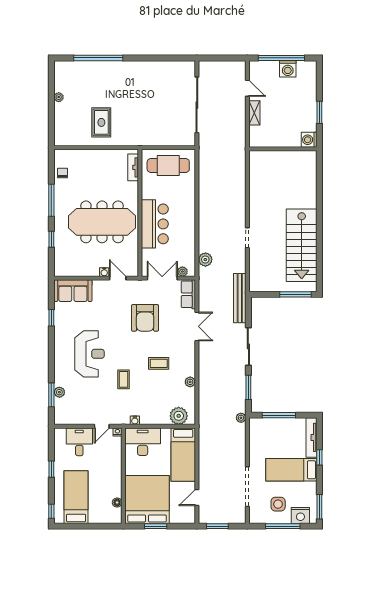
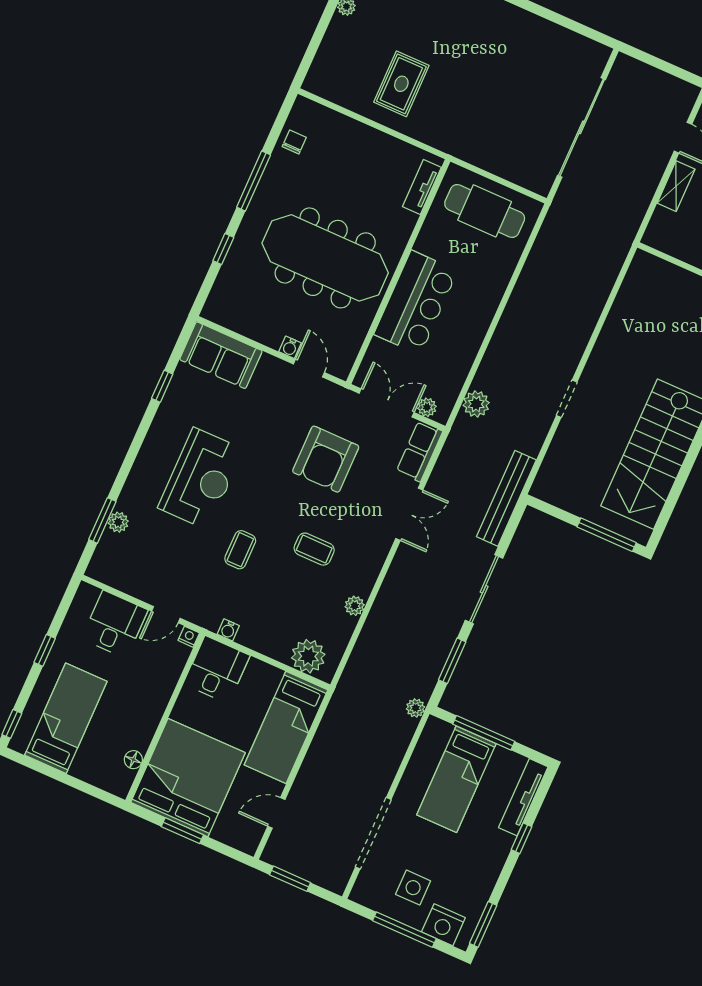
desk: (143, 442) -> (217, 670), width x0.73
bed: (291, 470) -> (456, 779), moved, turned -90

